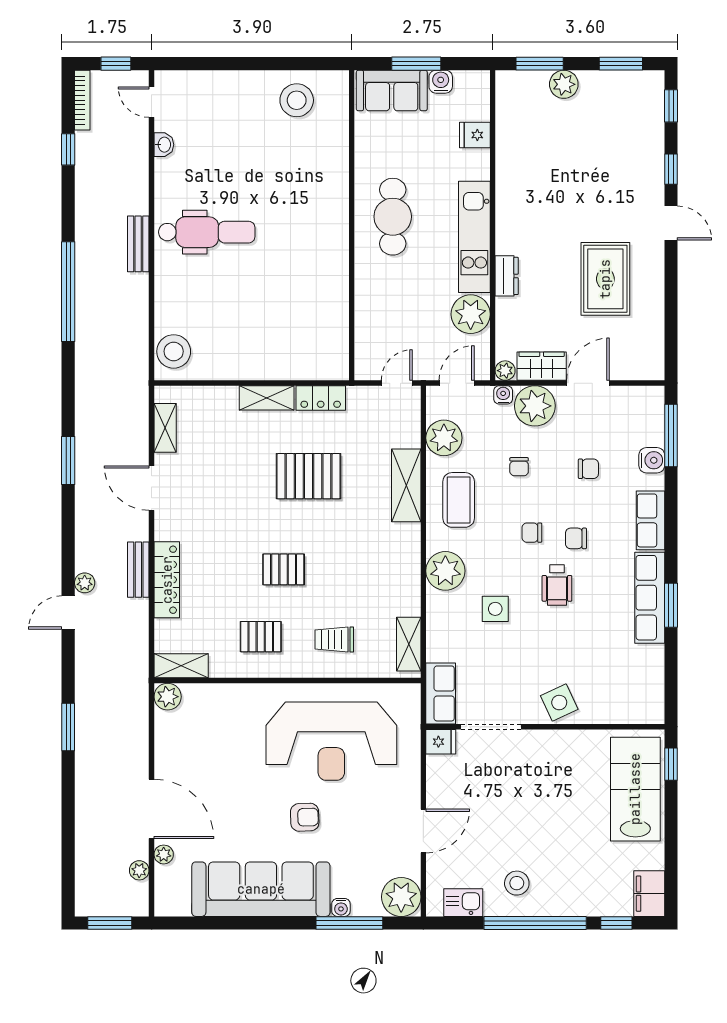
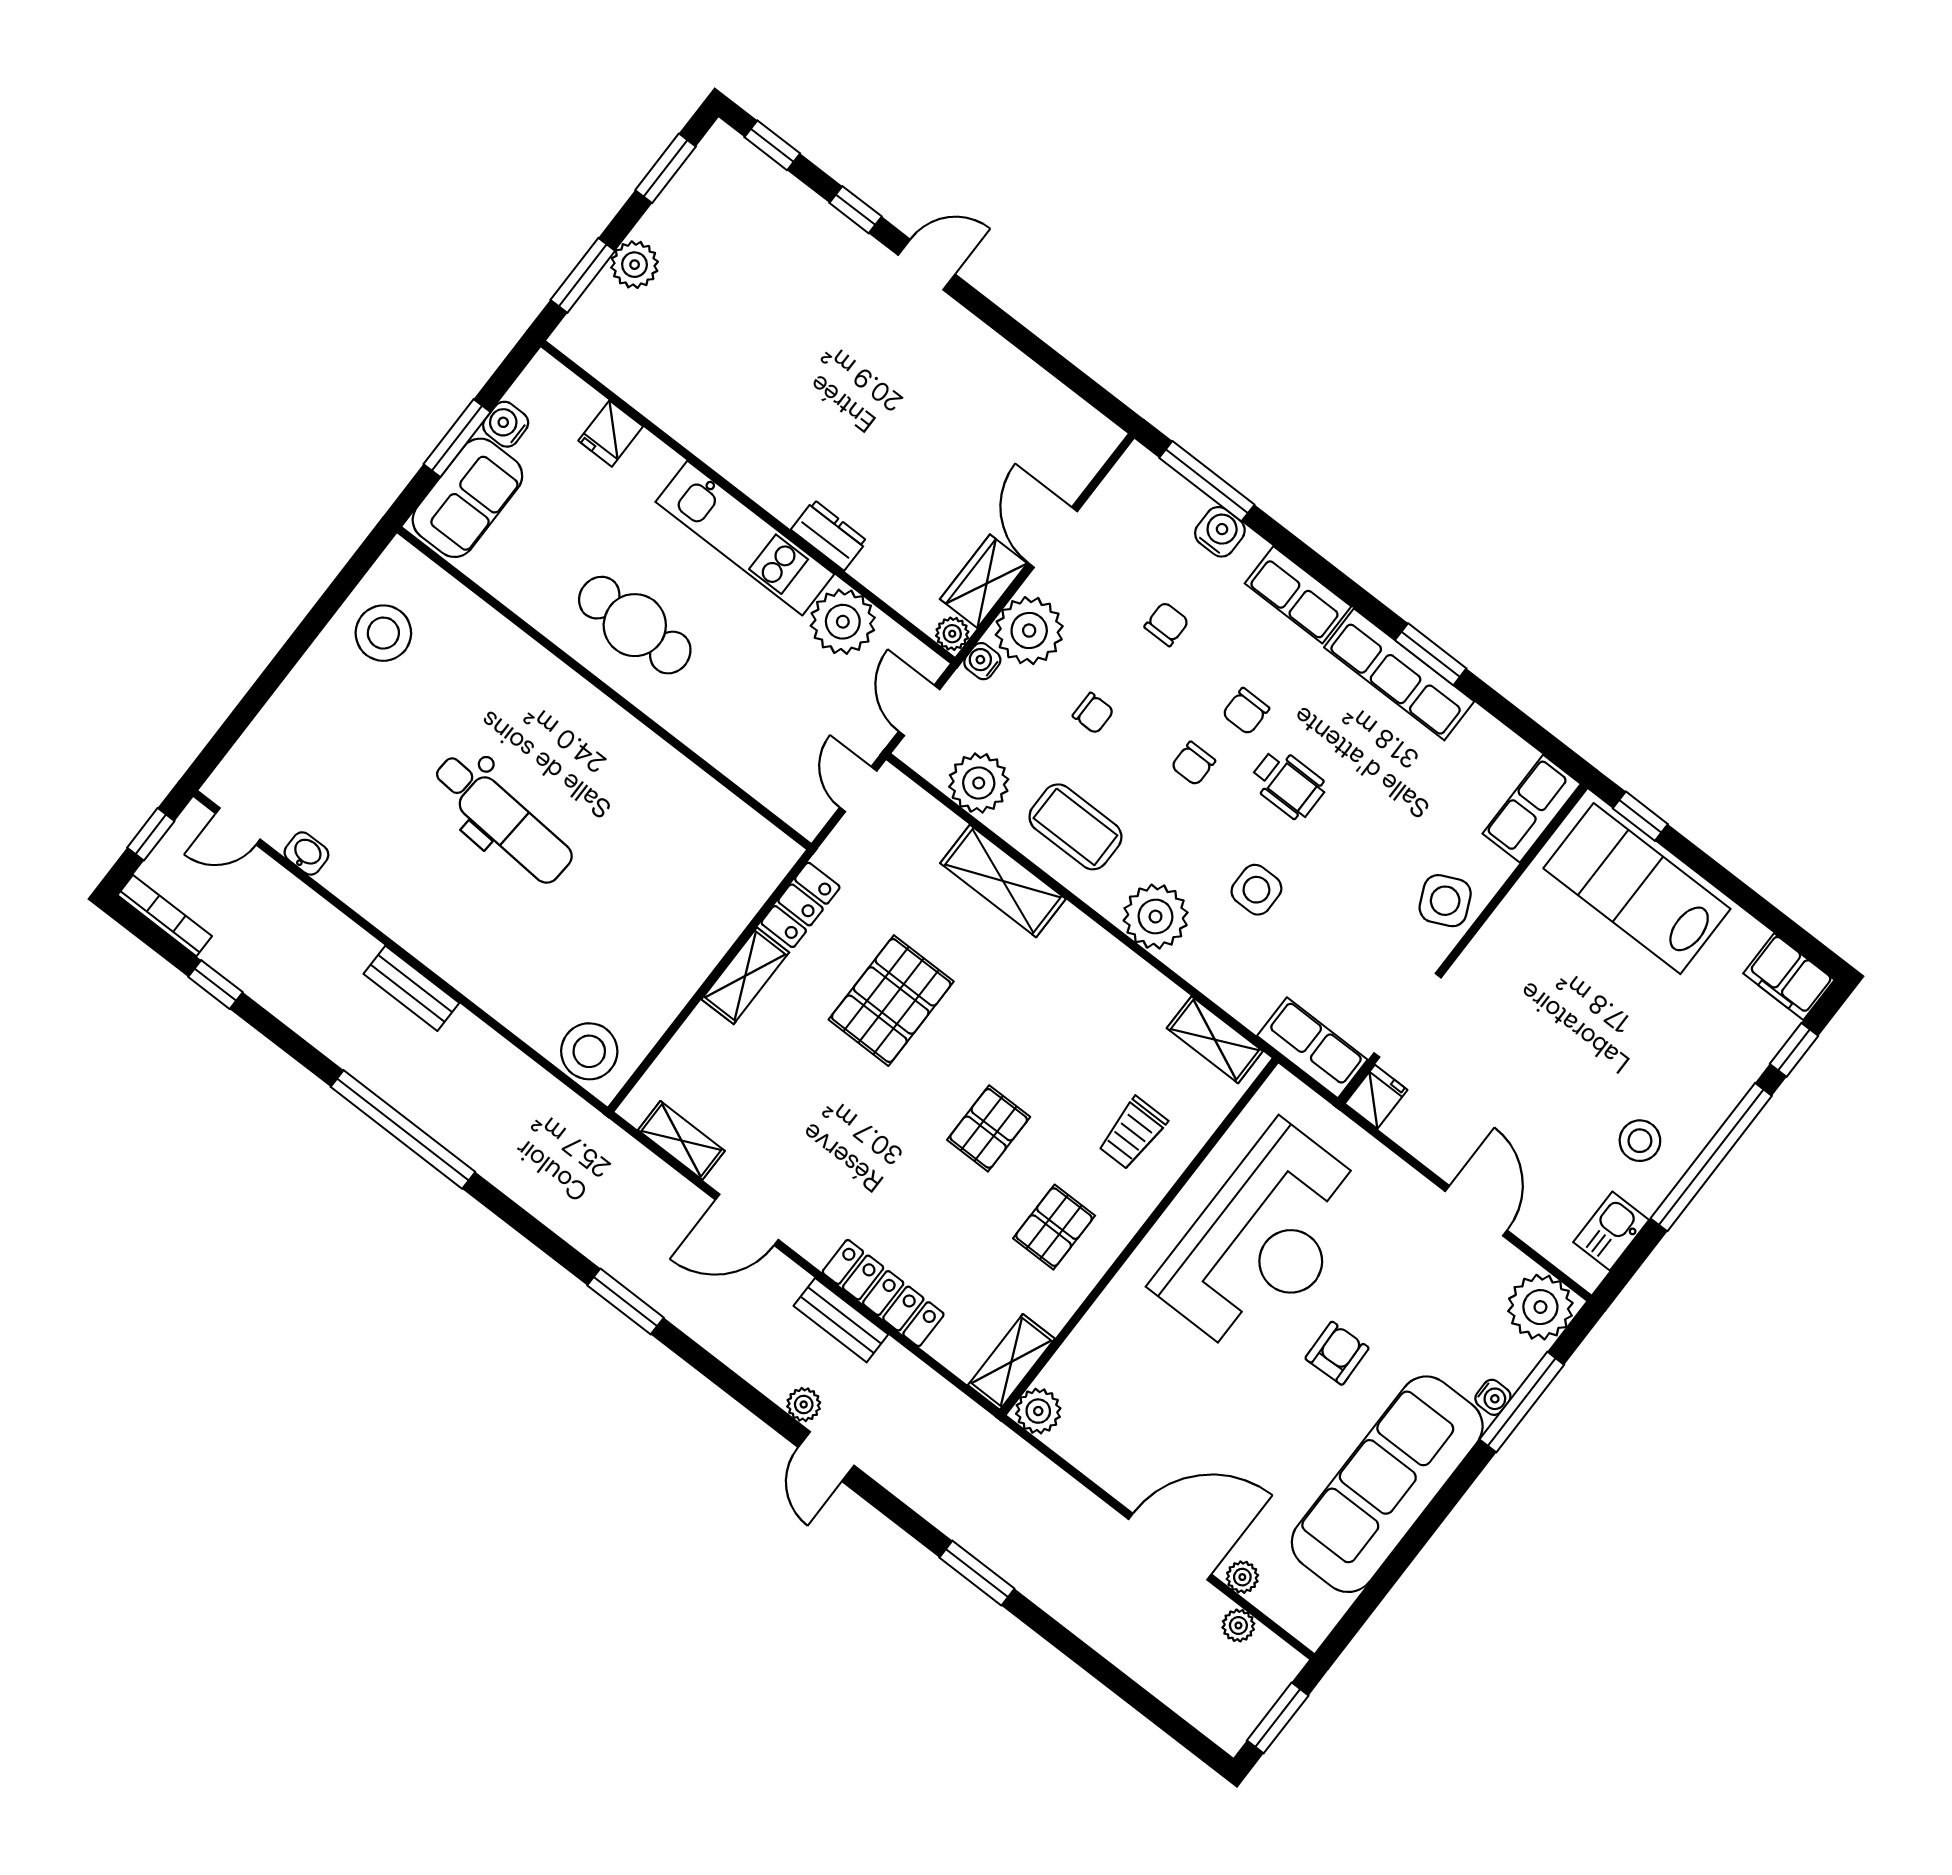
dental chair: (207, 232) -> (503, 818), moved, turned 94
rug: (605, 279) -> (934, 408), removed
row of seats: (635, 710) -> (1532, 809), added

